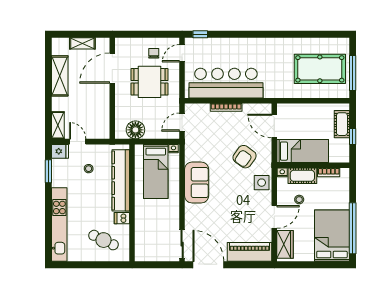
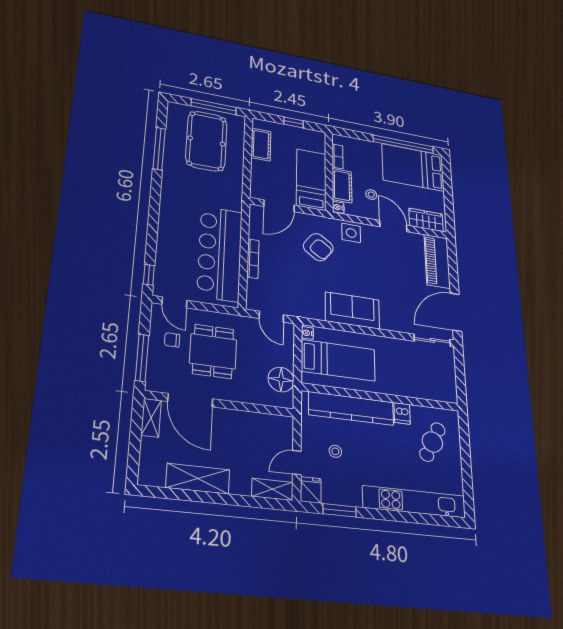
window: (138, 34) -> (142, 358), added
window: (305, 34) -> (159, 149), added
shelving: (82, 43) -> (151, 418), moved
cot: (342, 124) -> (261, 145), moved, turned 90

